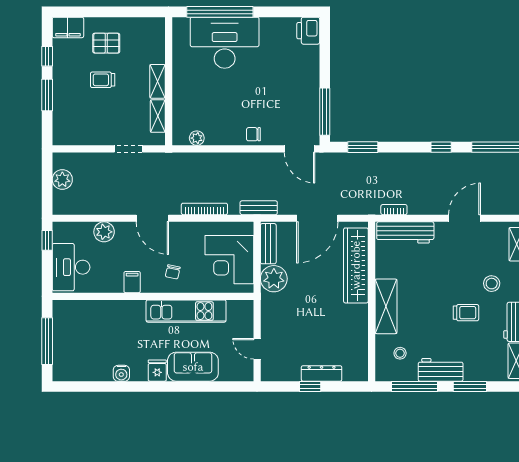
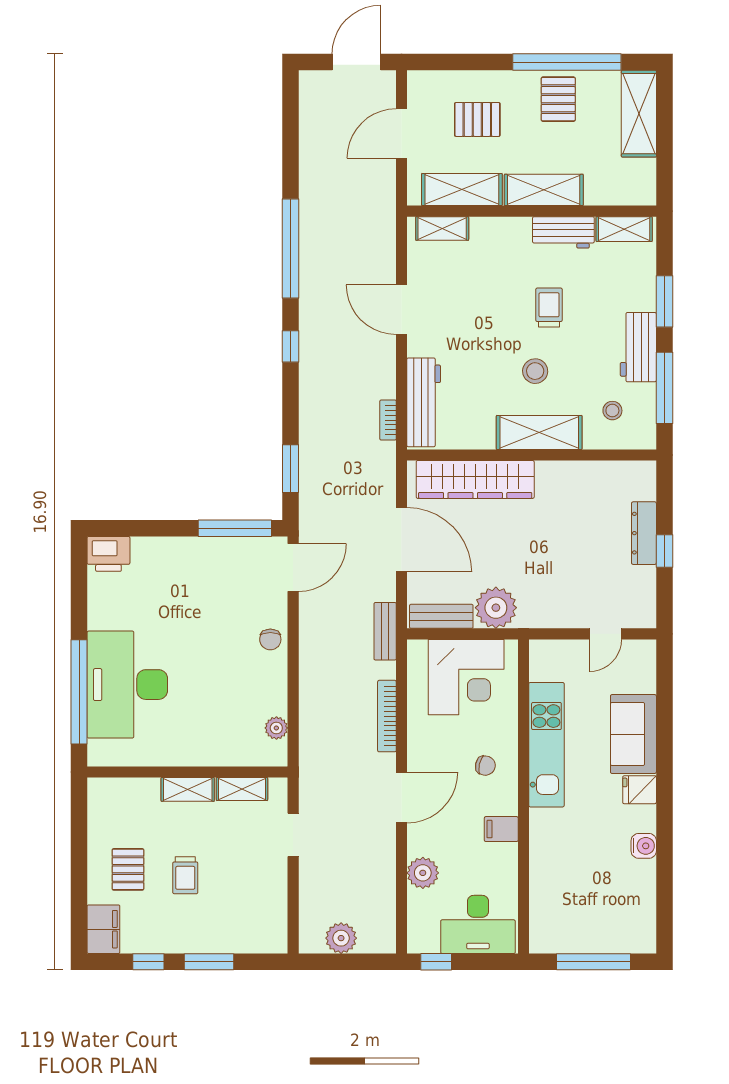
stool: (492, 284) -> (535, 371), moved

